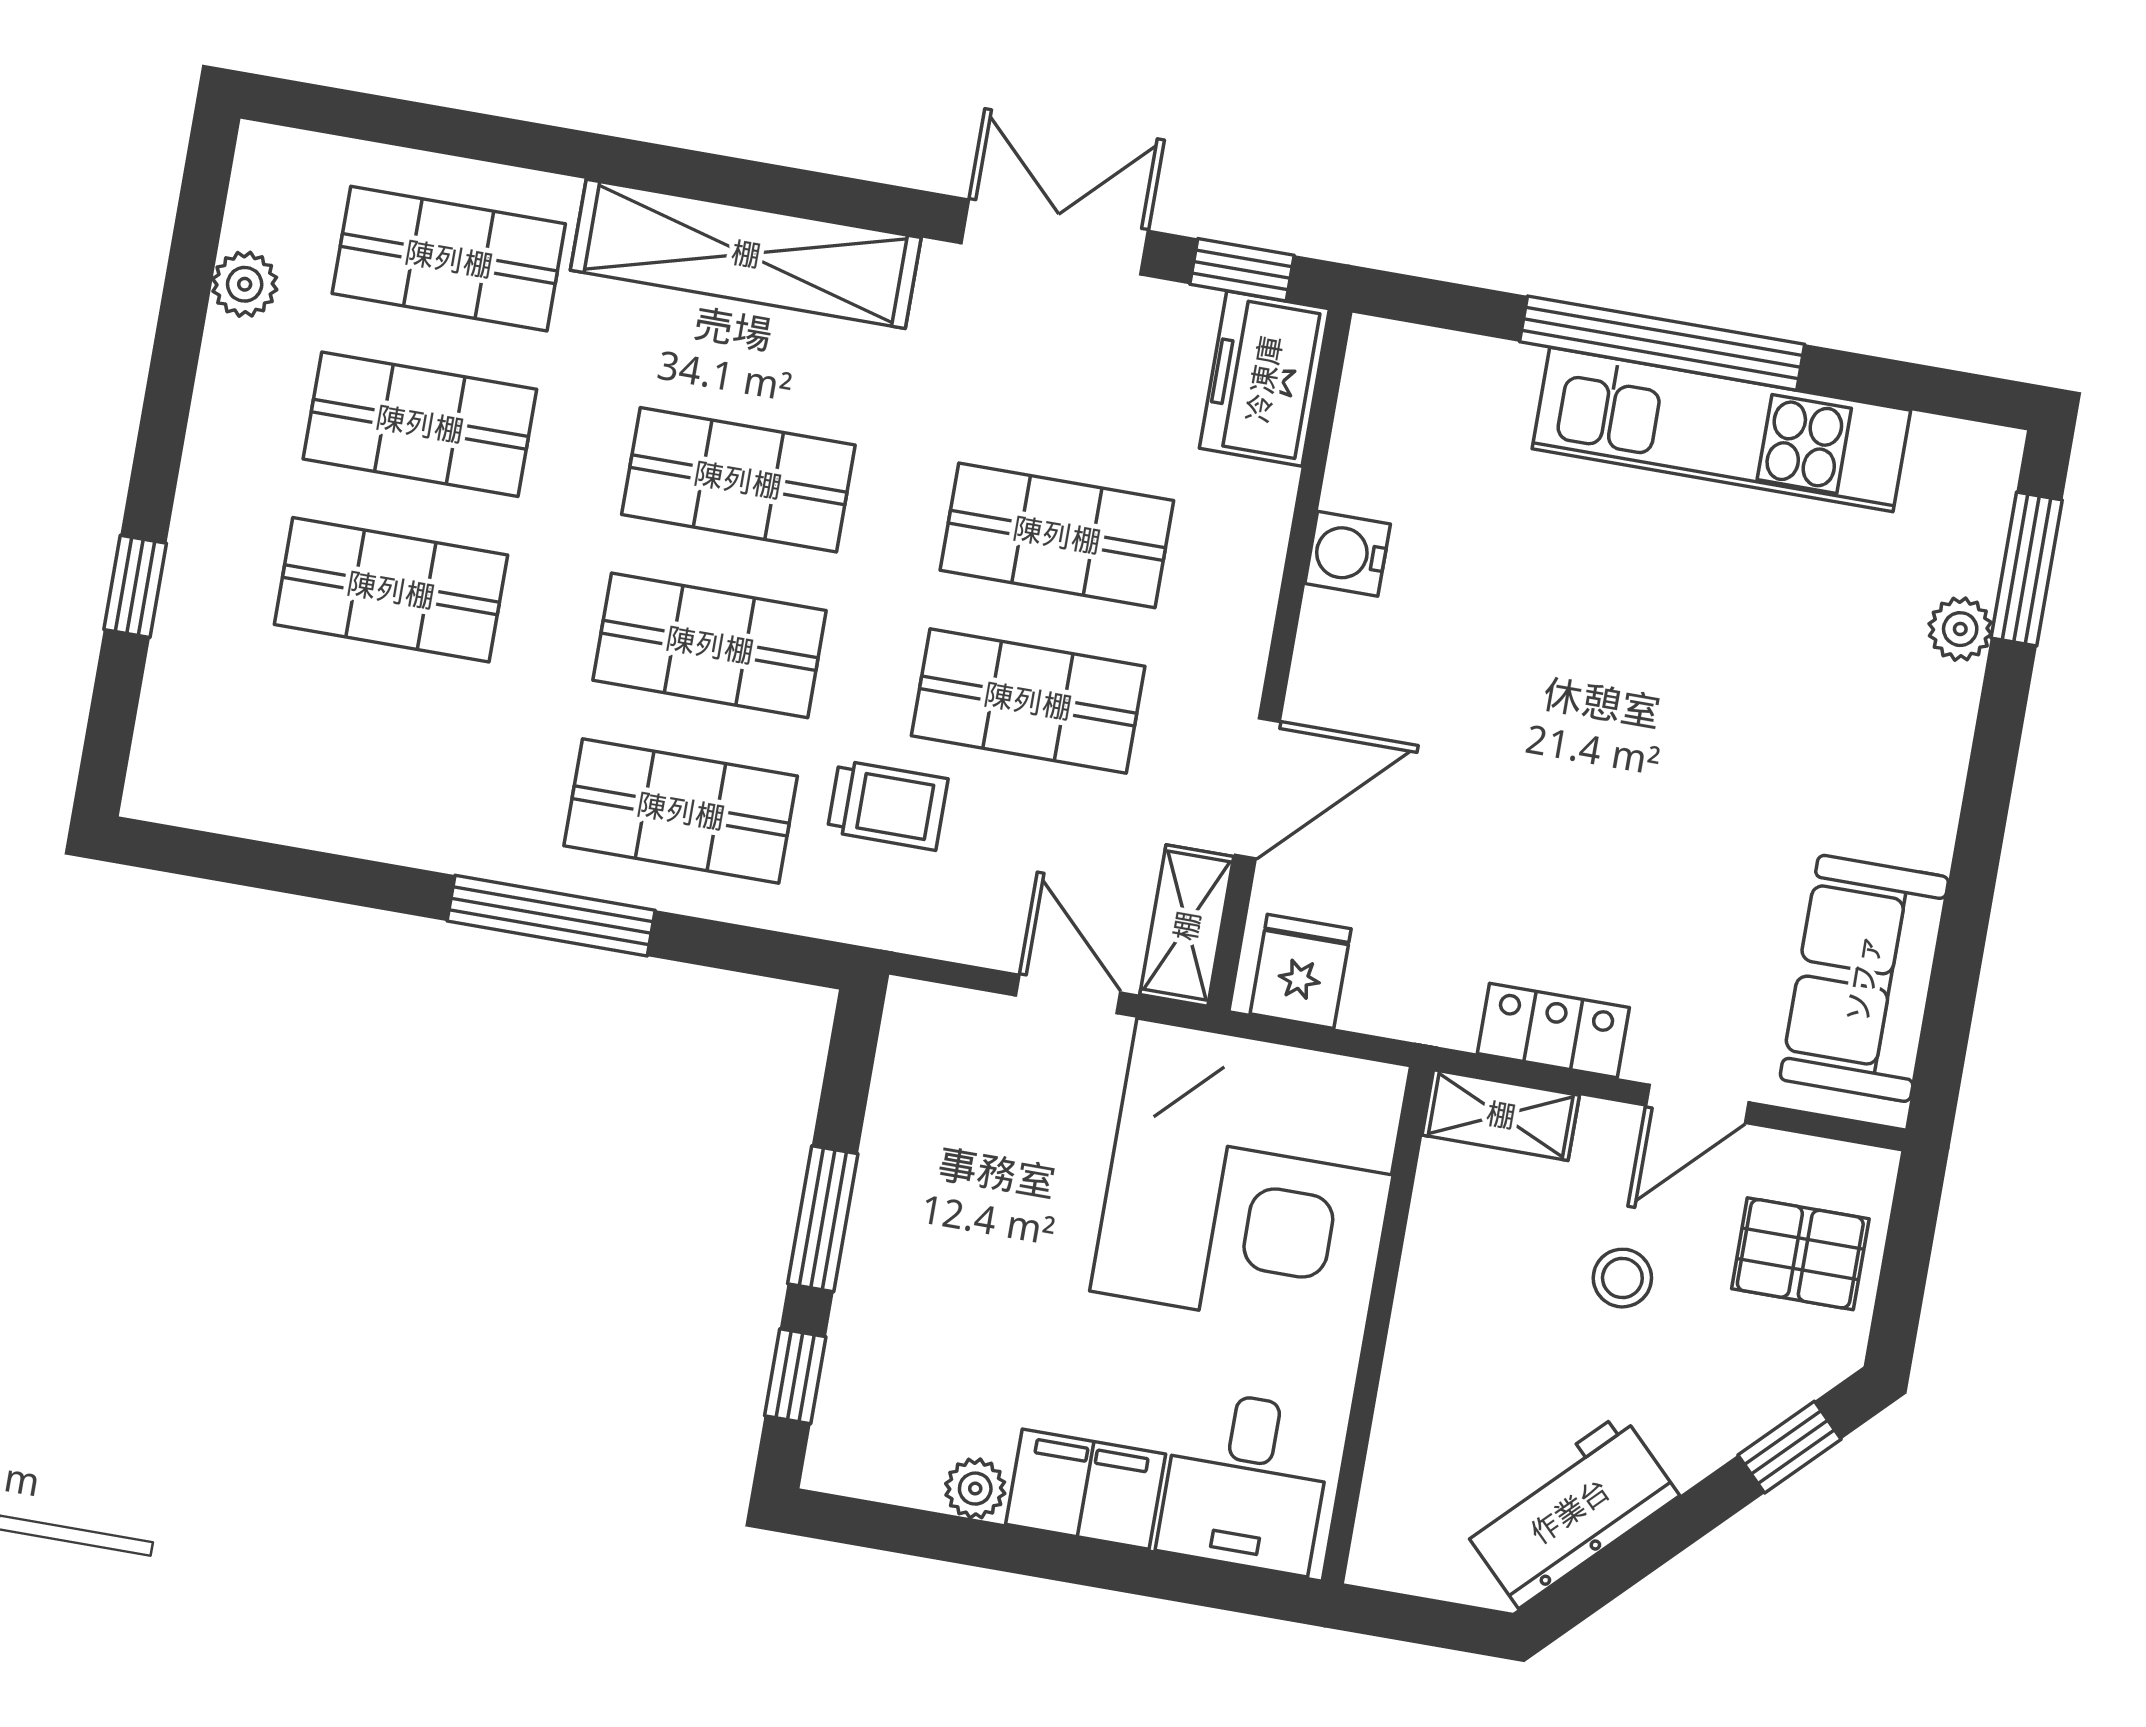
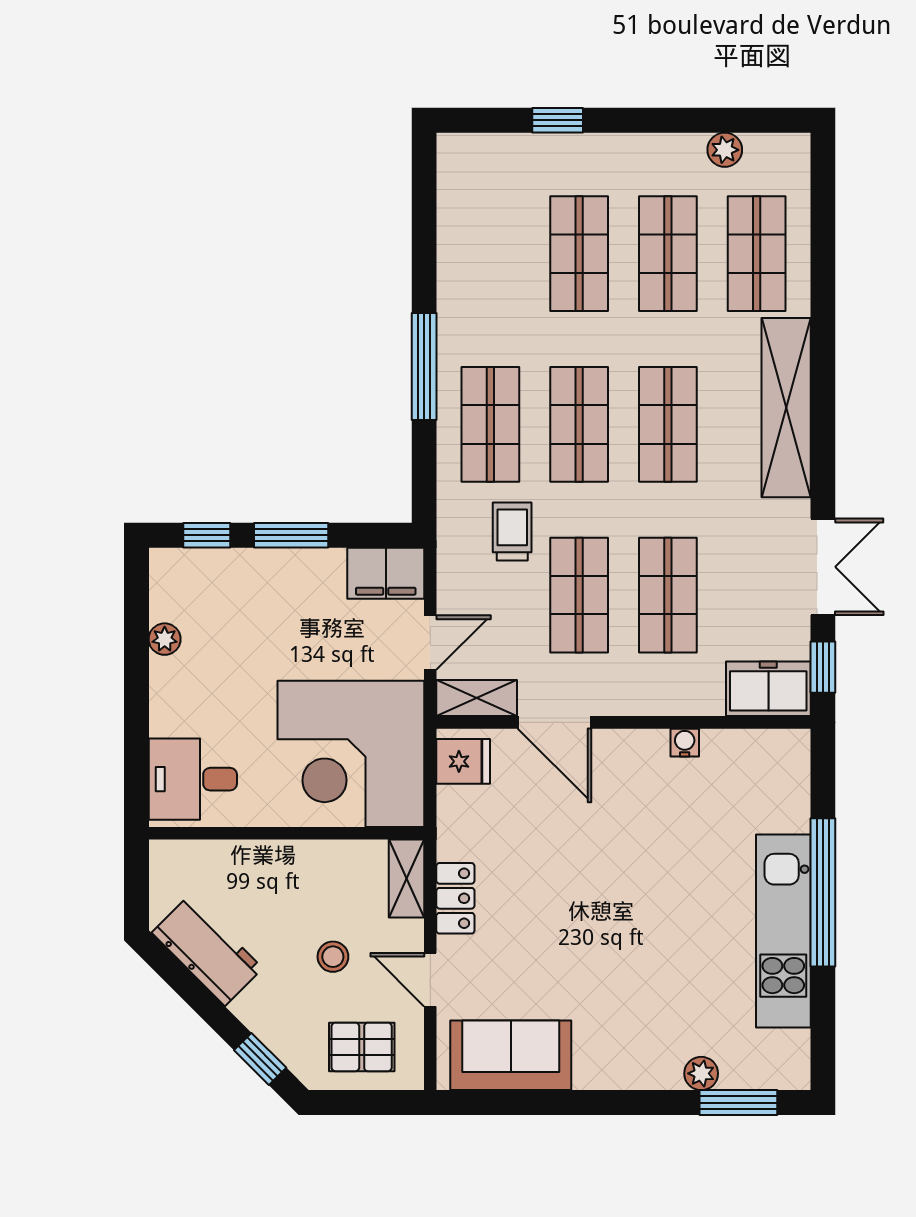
water cooler: (1348, 554) -> (685, 743), width x0.72, depth x0.72
trolley: (888, 805) -> (512, 531), turned 180
pallet: (1800, 1254) -> (362, 1047), turned 90
filing cabinet: (1086, 1489) -> (386, 573), moved, turned 90

